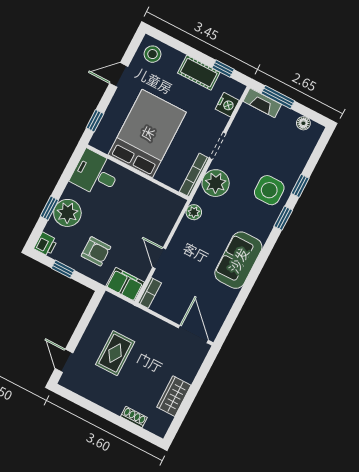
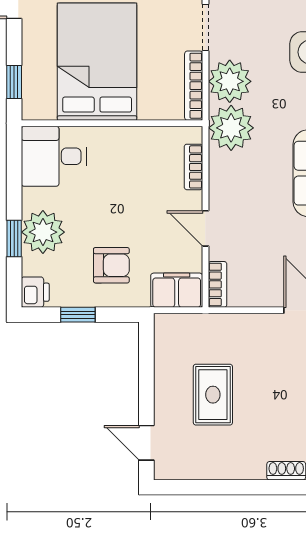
plant: (194, 212) -> (231, 128), width x1.88, depth x1.88
bookcase: (170, 220) -> (193, 167), added

